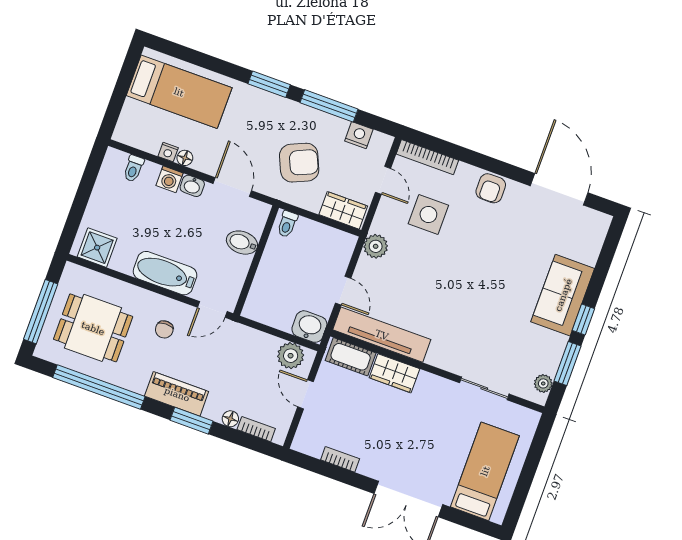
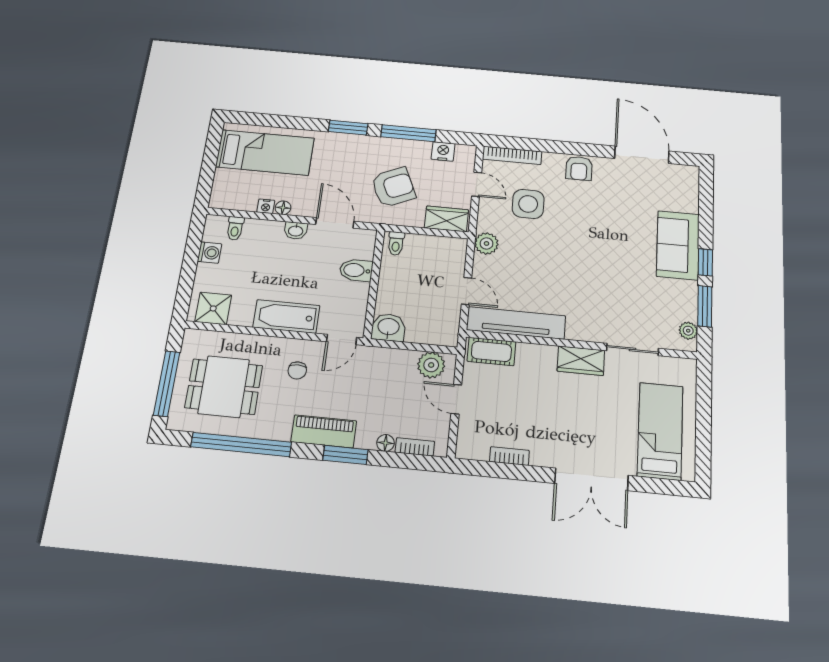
washing machine: (169, 179) -> (210, 253), moved, turned -90
washbasin: (309, 327) -> (388, 327), moved
wardrobe: (394, 373) -> (581, 361), moved

